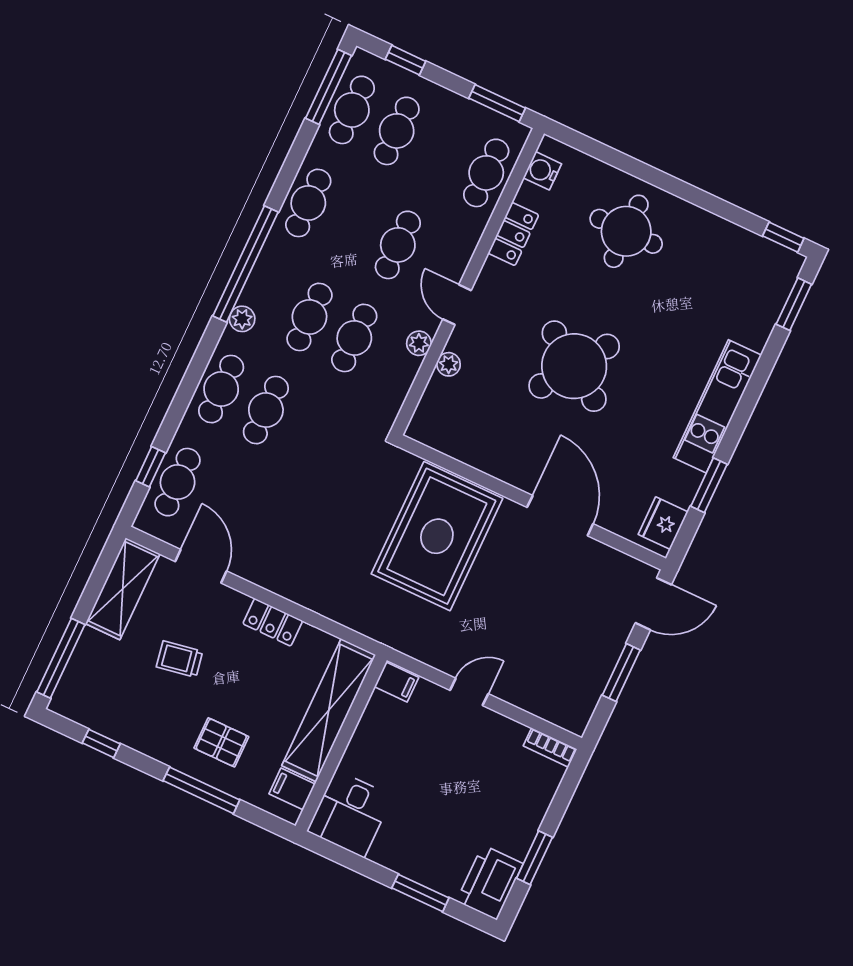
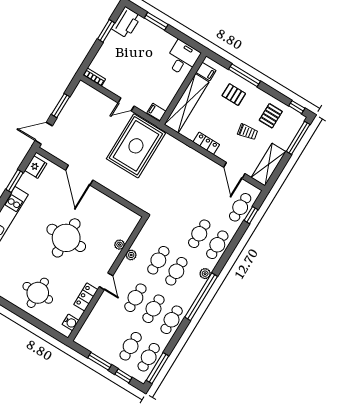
window: (497, 103) -> (100, 361), moved
cafe table: (486, 173) -> (153, 309), moved
door: (457, 305) -> (106, 281), moved
round table: (574, 366) -> (66, 238), turned -34
rug: (437, 536) -> (136, 146), moved
pallet: (130, 703) -> (271, 116), added
window: (101, 743) -> (297, 107), moved

